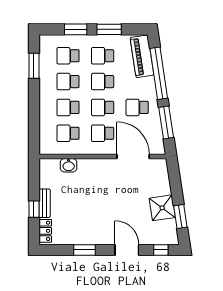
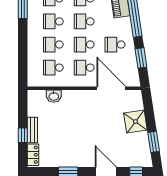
window: (166, 122) -> (141, 58), width x0.69
shower: (162, 208) -> (135, 121), moved

